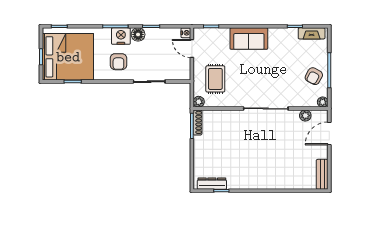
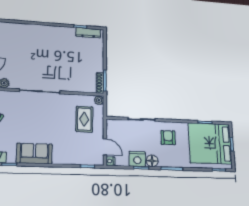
nightstand: (121, 36) -> (137, 159), moved
sofa: (249, 39) -> (34, 154), moved

